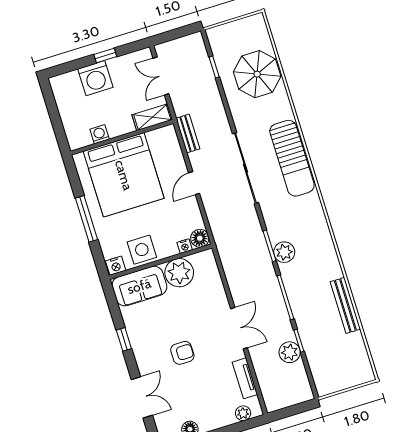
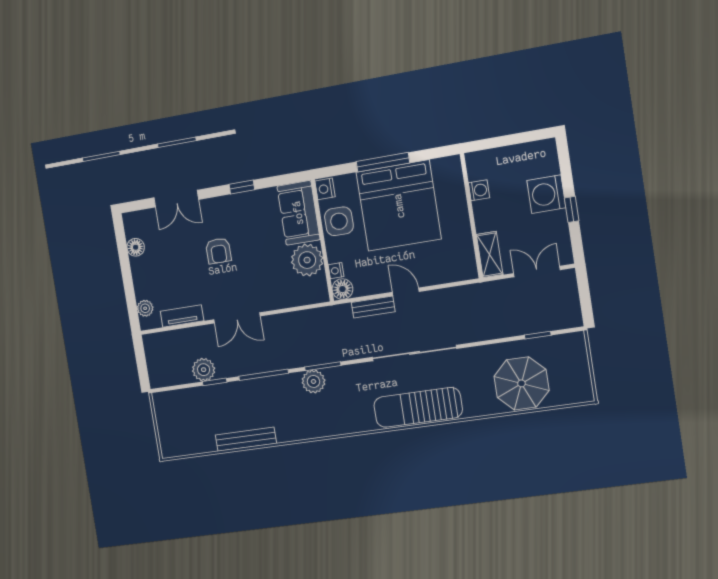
bench: (188, 134) -> (373, 307), moved
bed: (124, 175) -> (399, 206), moved, turned -90

